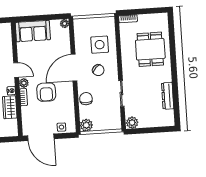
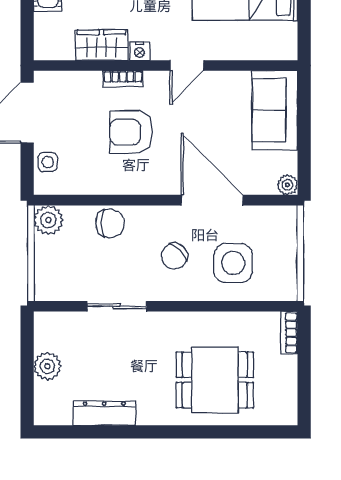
door: (74, 68) -> (212, 200), moved
plant: (24, 83) -> (156, 81), removed
plant: (132, 123) -> (47, 366), moved

